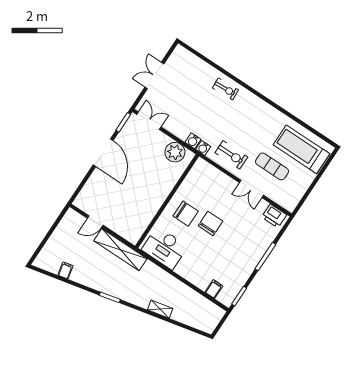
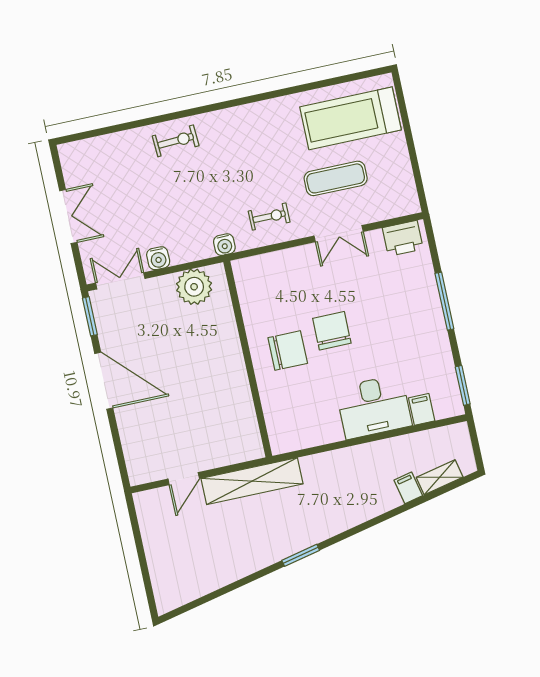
double door: (154, 76) -> (68, 217), swing flipped
water cooler: (193, 141) -> (158, 258), moved
exercise bike: (231, 155) -> (269, 217), width x0.73, depth x0.72
desk: (165, 248) -> (374, 407), moved
filing cabinet: (65, 270) -> (408, 488), moved
shelving: (160, 309) -> (440, 477), moved

